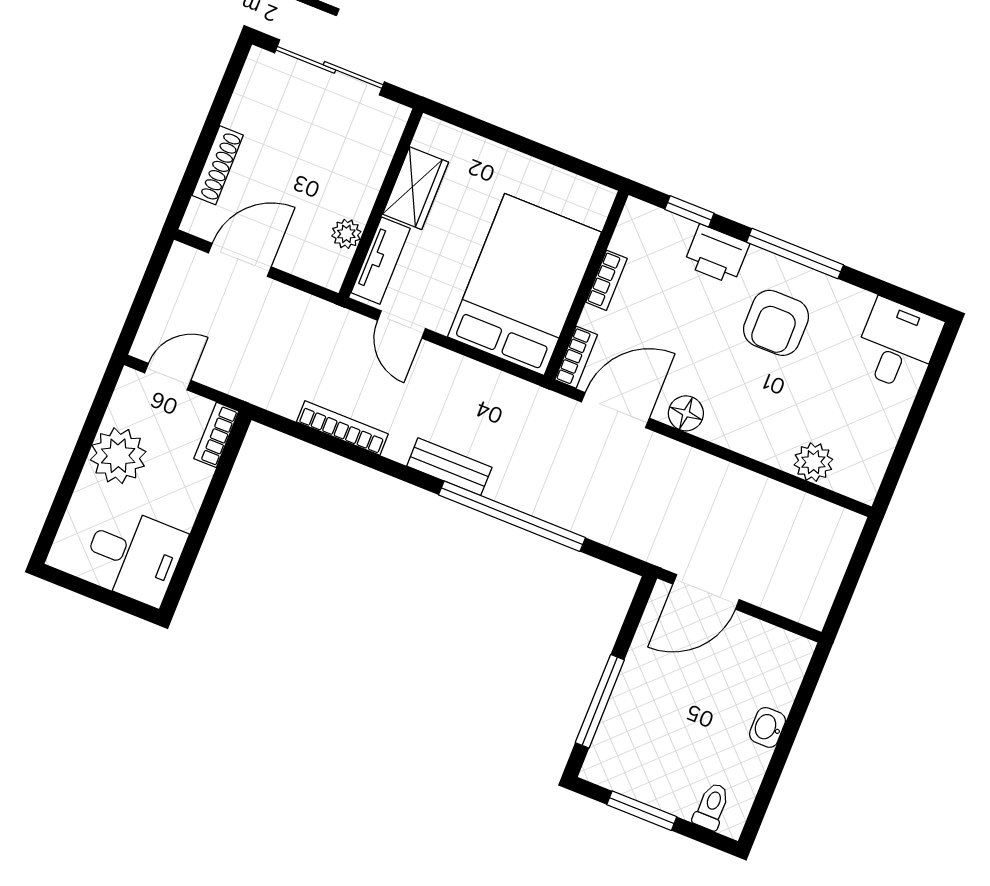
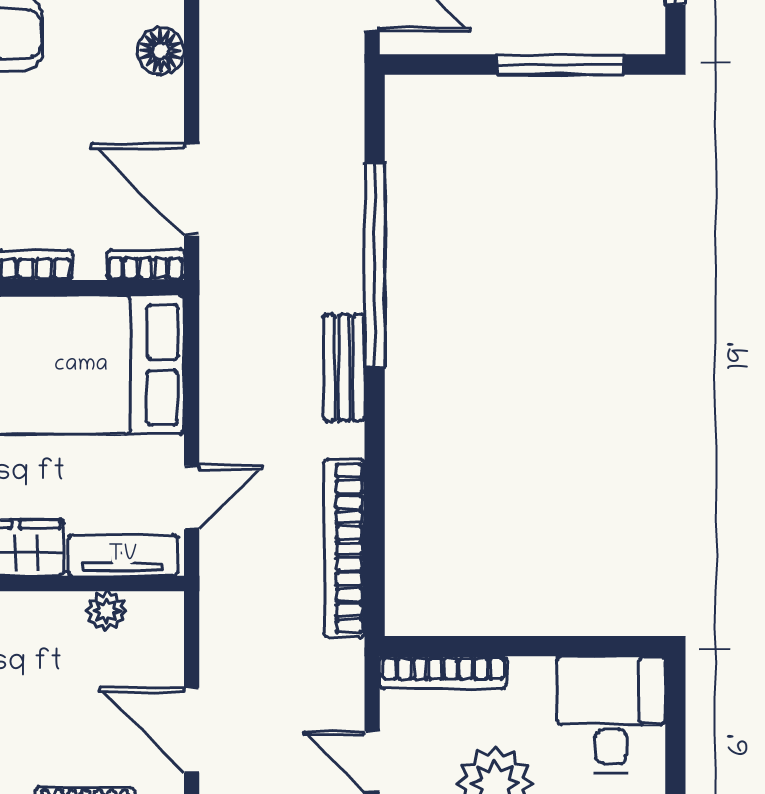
floor lamp: (686, 413) -> (161, 51), moved
bookcase: (342, 428) -> (344, 548), width x1.48, depth x1.31
bookcase: (216, 435) -> (443, 672), width x1.56

